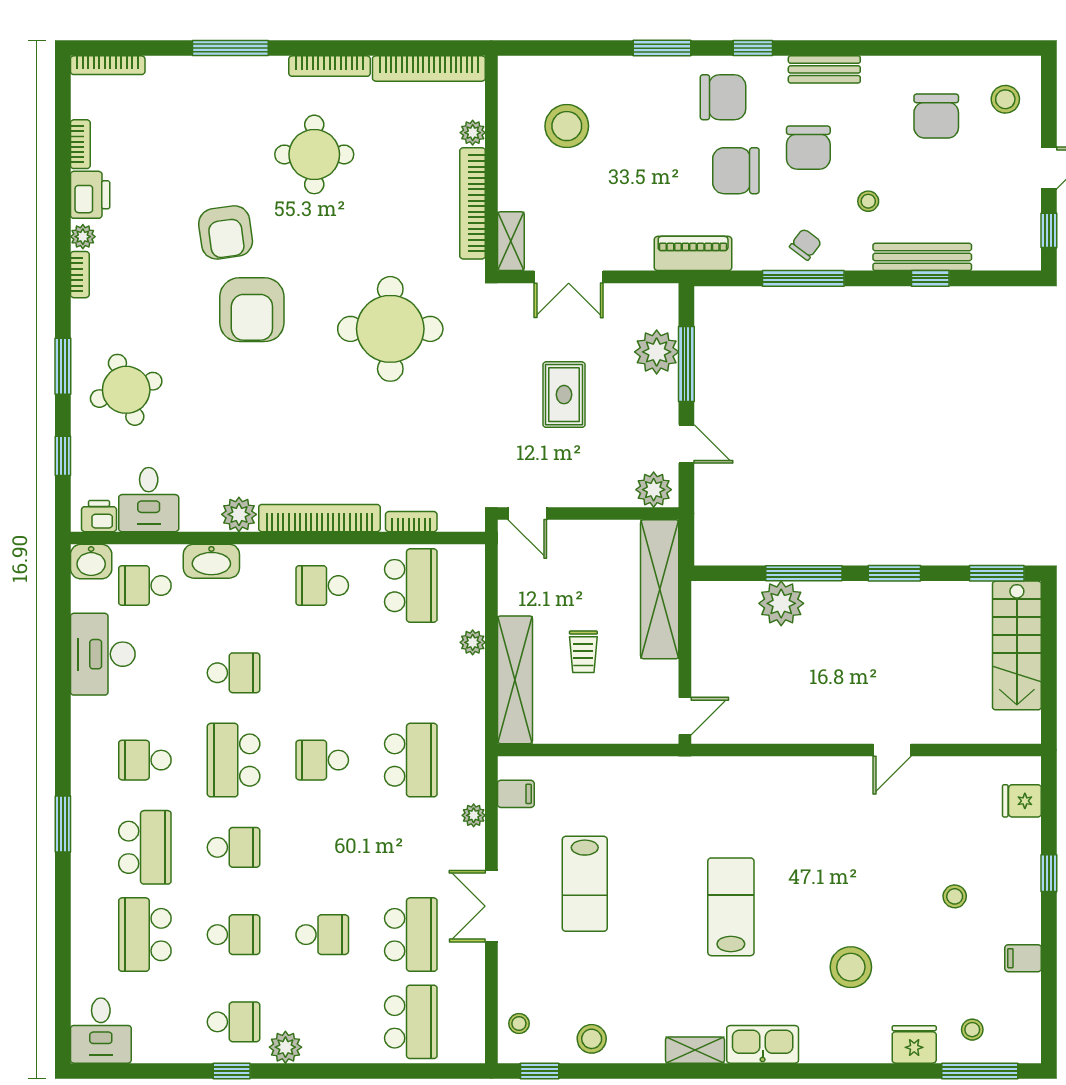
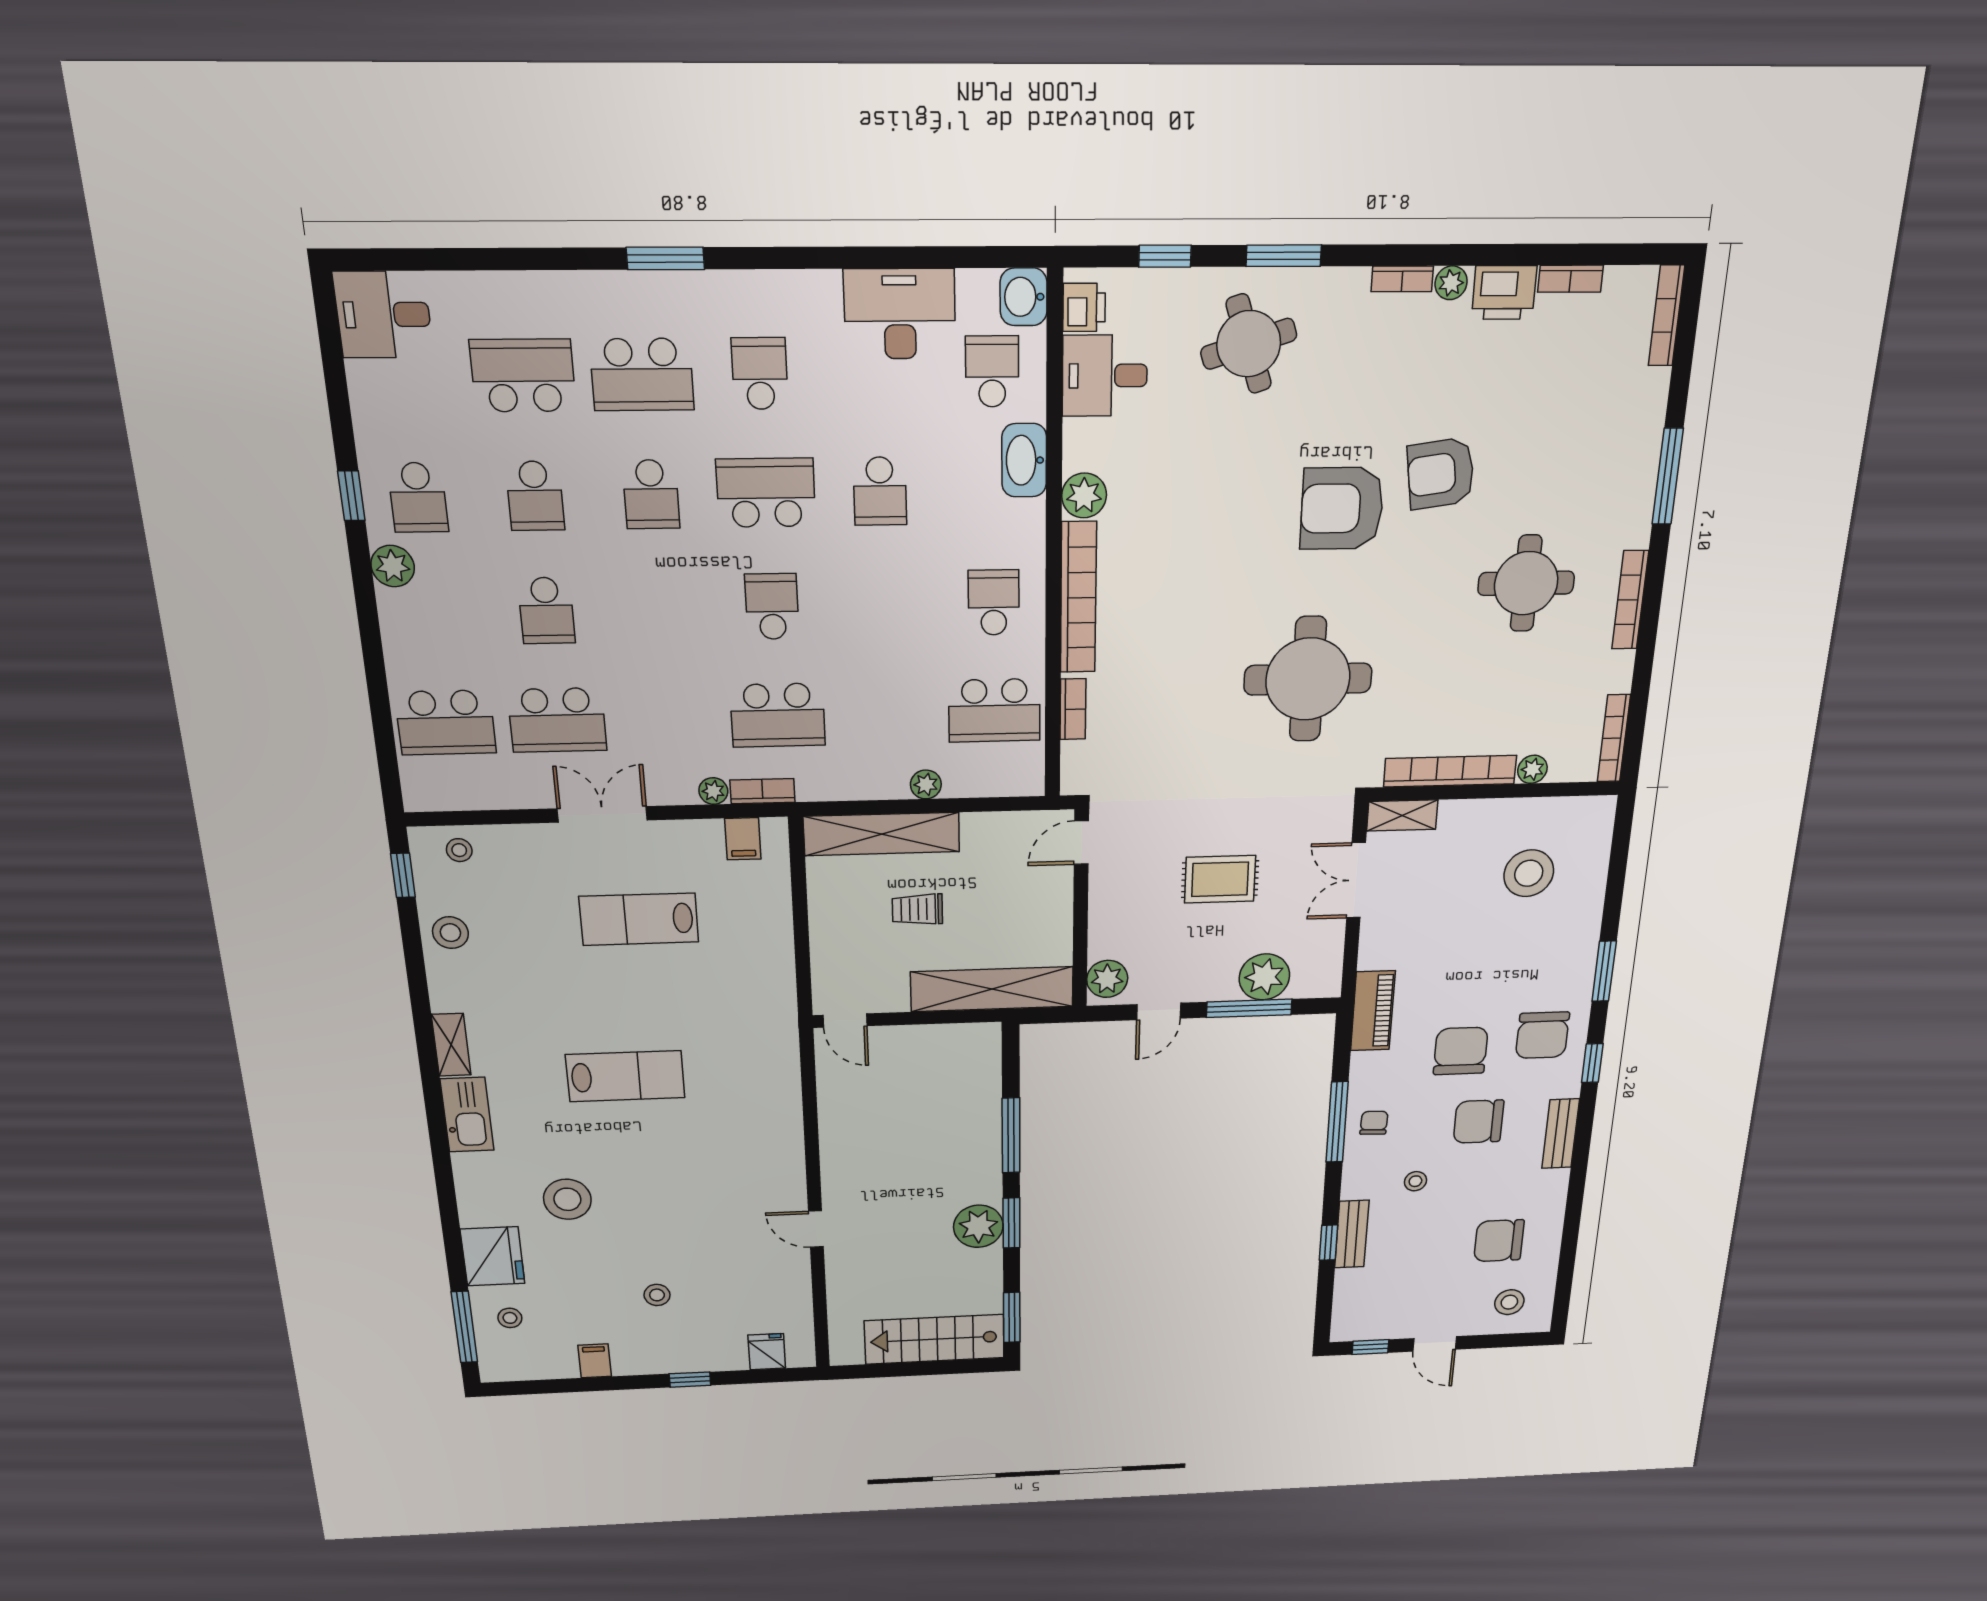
bookcase: (429, 69) -> (1614, 738), width x0.68, depth x0.76
chair: (805, 244) -> (1374, 1123), turned -125
bench: (922, 257) -> (1352, 1234), width x0.73
plant: (781, 603) -> (978, 1226), moved
bookcase: (475, 776) -> (763, 791), added
fridge: (914, 1044) -> (493, 1256), width x1.36, depth x1.34

